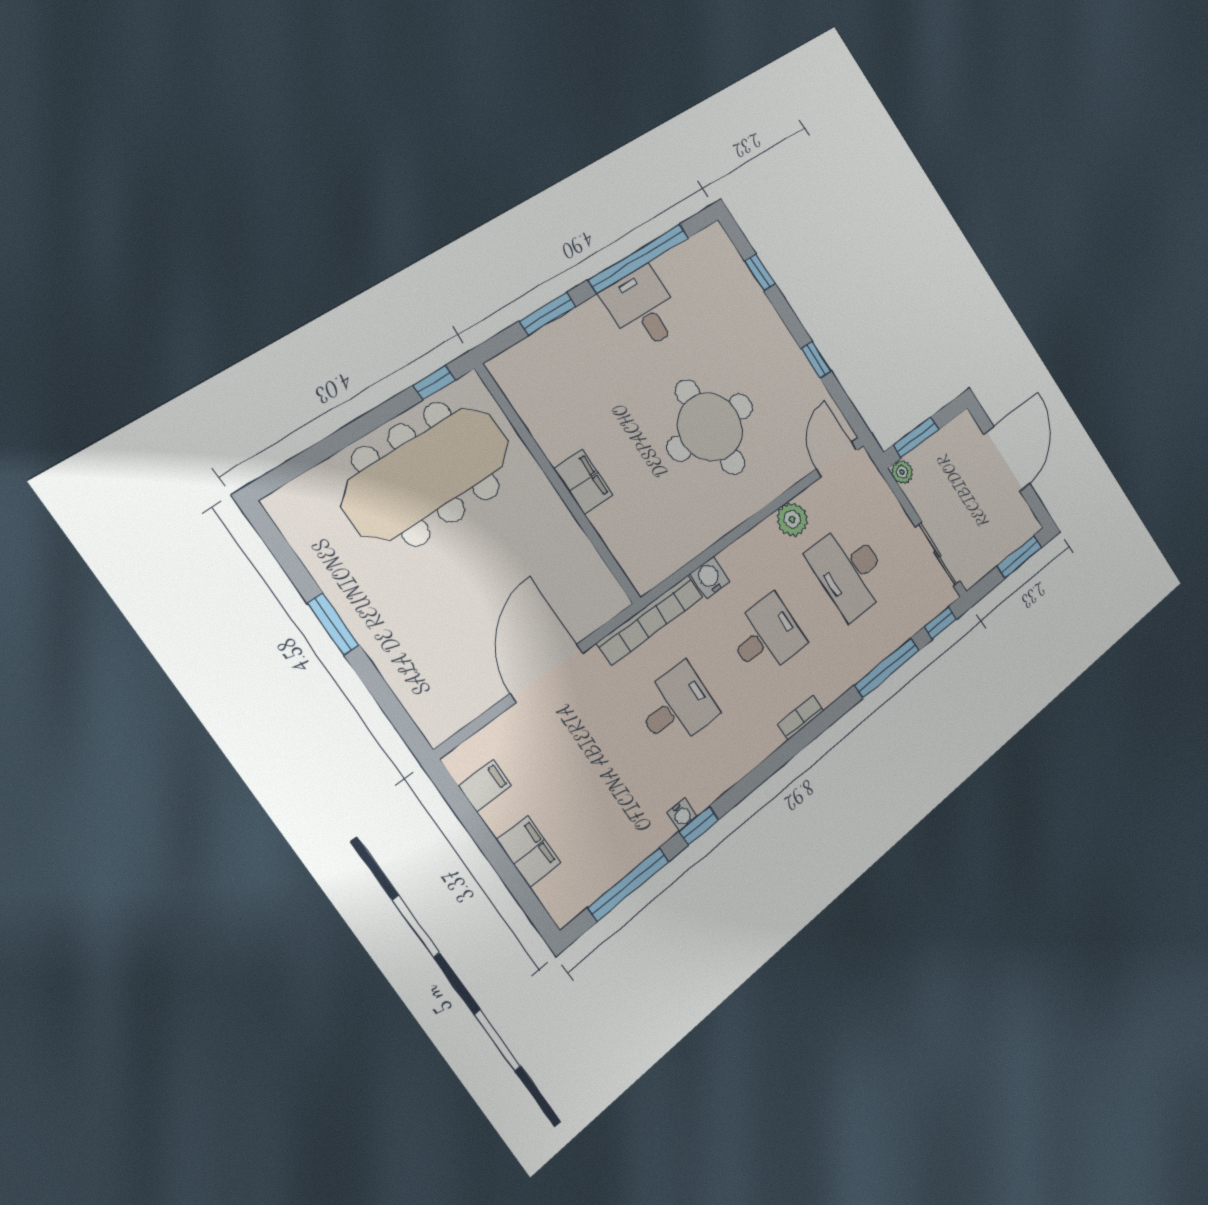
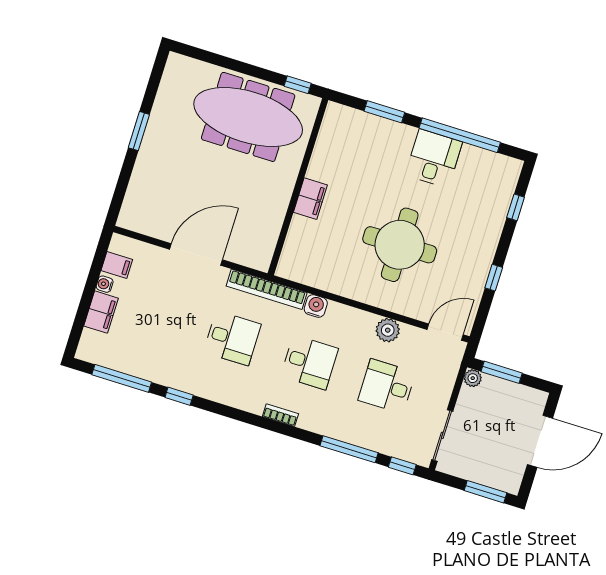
desk: (850, 571) -> (387, 386), width x0.73
water cooler: (682, 815) -> (105, 284), moved, turned 90

